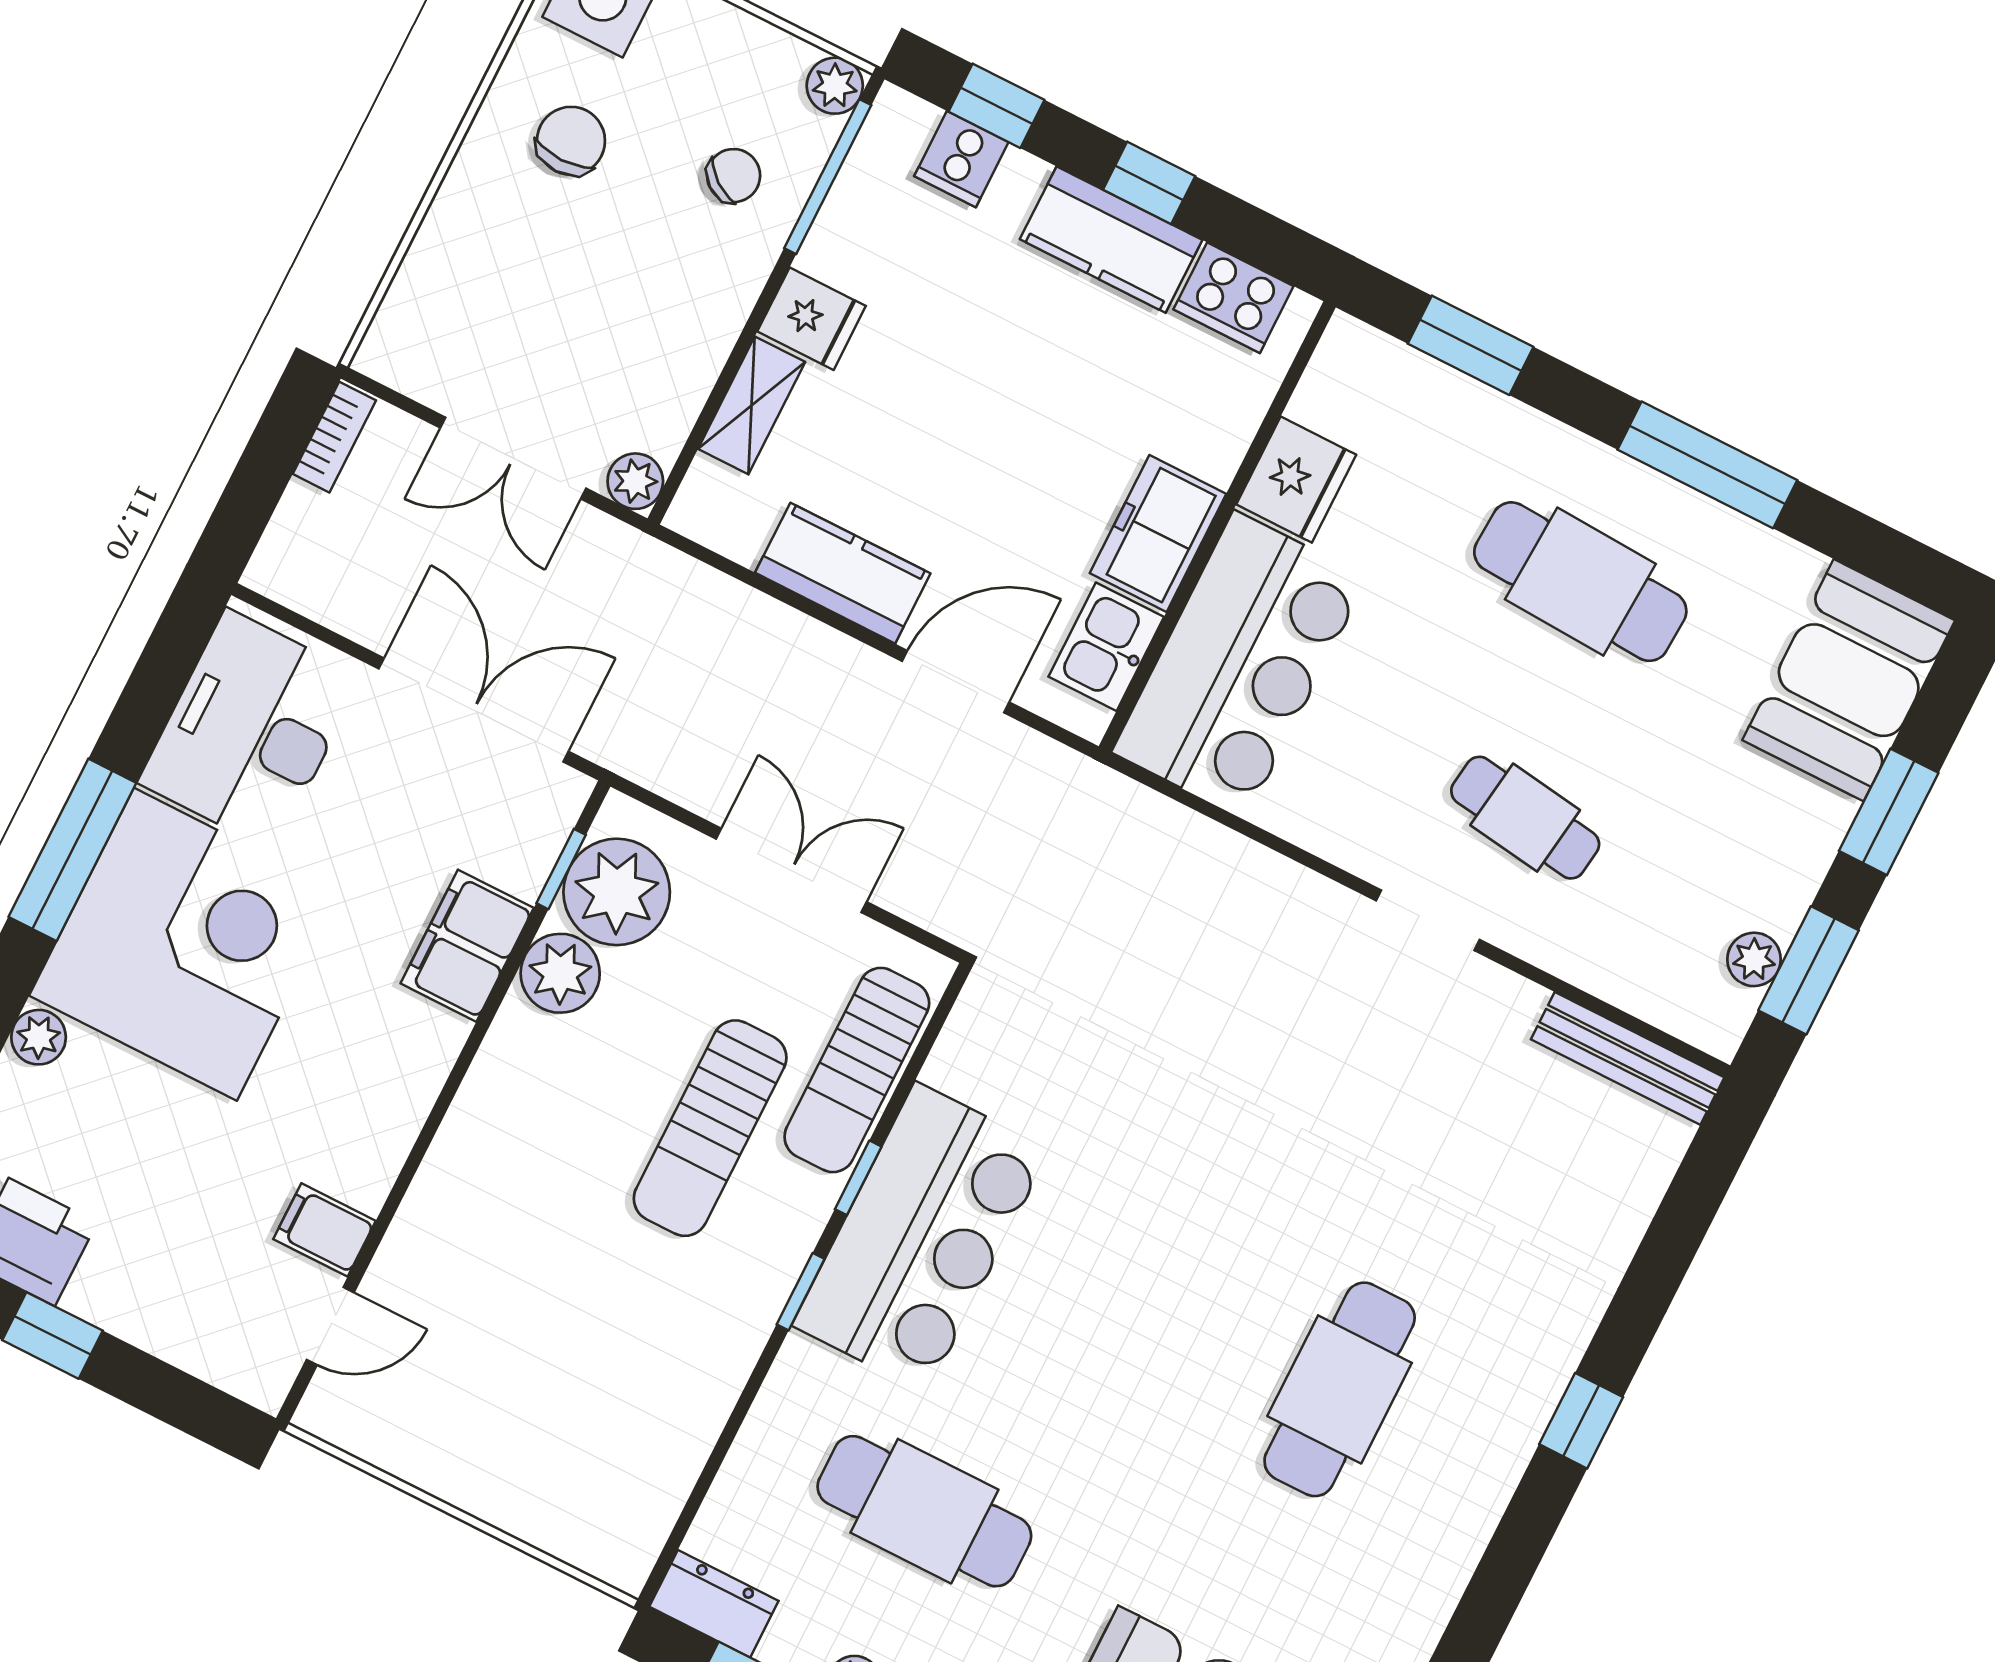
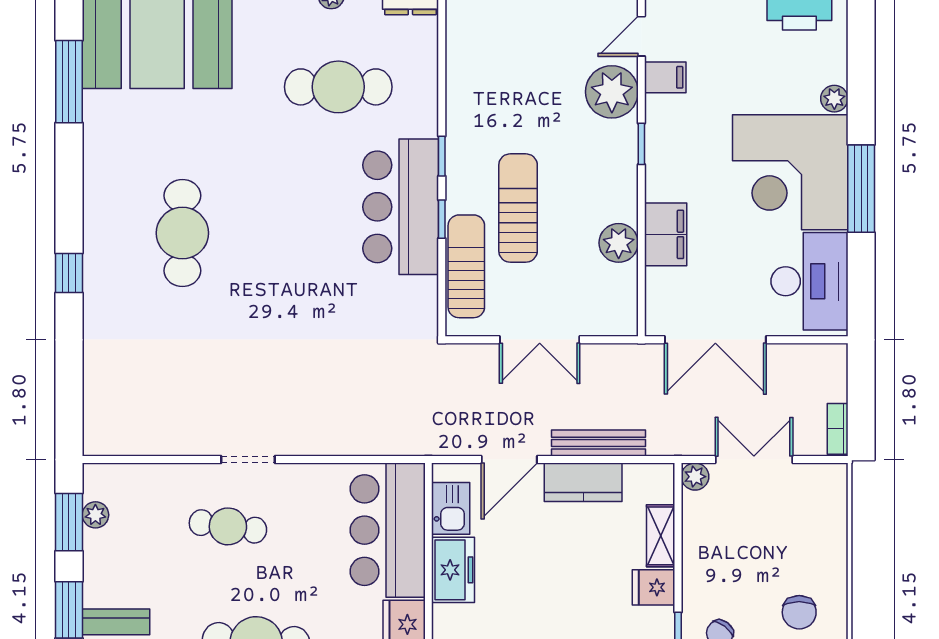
window: (561, 869) -> (641, 144), moved
plant: (617, 892) -> (612, 92), moved
bench: (1628, 1058) -> (598, 443), moved

